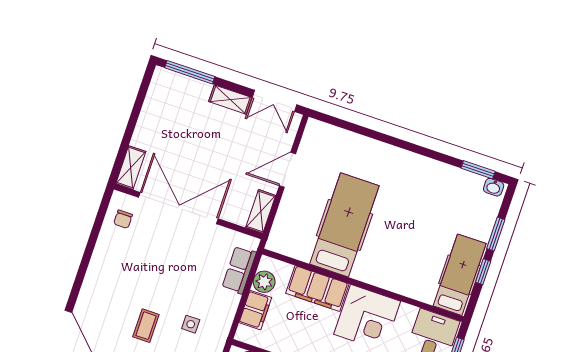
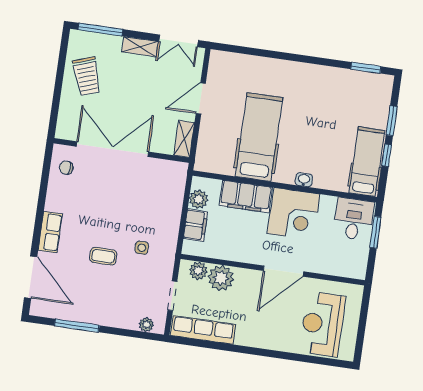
trolley: (165, 121) -> (87, 76), added
shelving: (131, 168) -> (65, 122), removed
washbasin: (494, 187) -> (304, 180), moved, turned 180
chair: (123, 219) -> (66, 168), turned 90
row of seats: (239, 270) -> (50, 232), moved, turned 180
coffee table: (146, 326) -> (103, 256), turned 90

